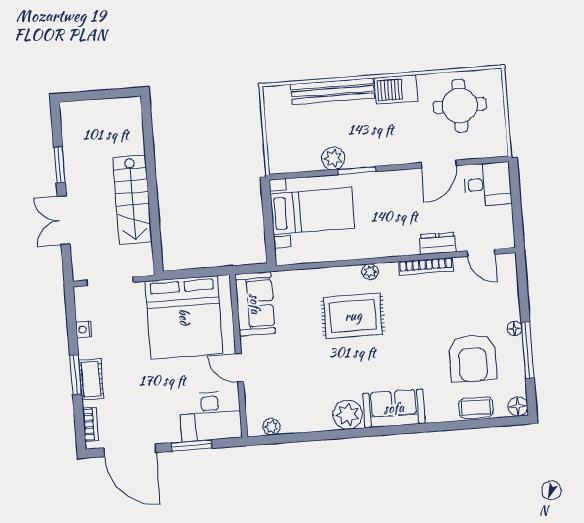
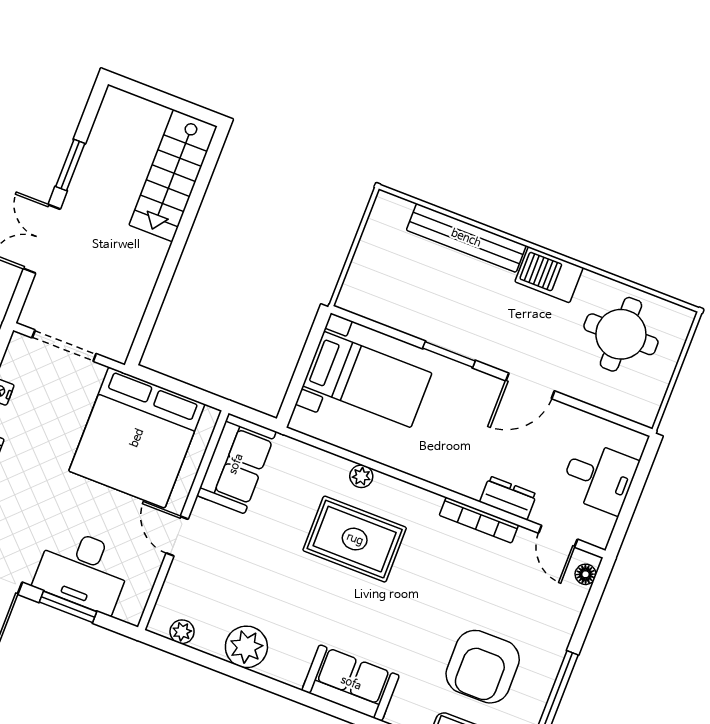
plant: (333, 158) -> (426, 324), removed
door: (439, 164) -> (530, 386), moved
desk: (488, 184) -> (599, 477), moved
stairs: (132, 200) -> (173, 176), moved
plant: (370, 272) -> (361, 476), moved
floor lamp: (514, 328) -> (586, 574), moved
plant: (348, 415) -> (246, 647), moved
desk: (211, 416) -> (83, 570), moved

